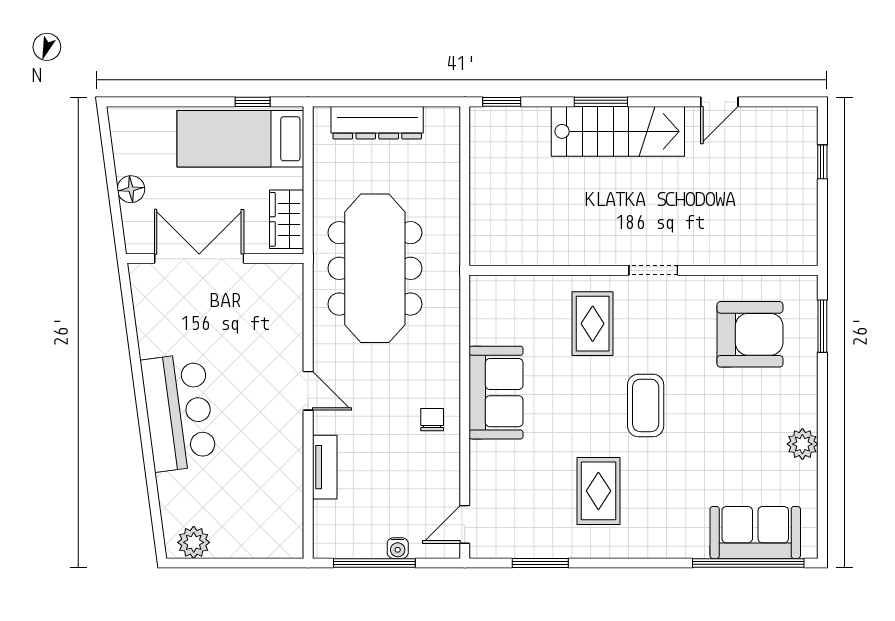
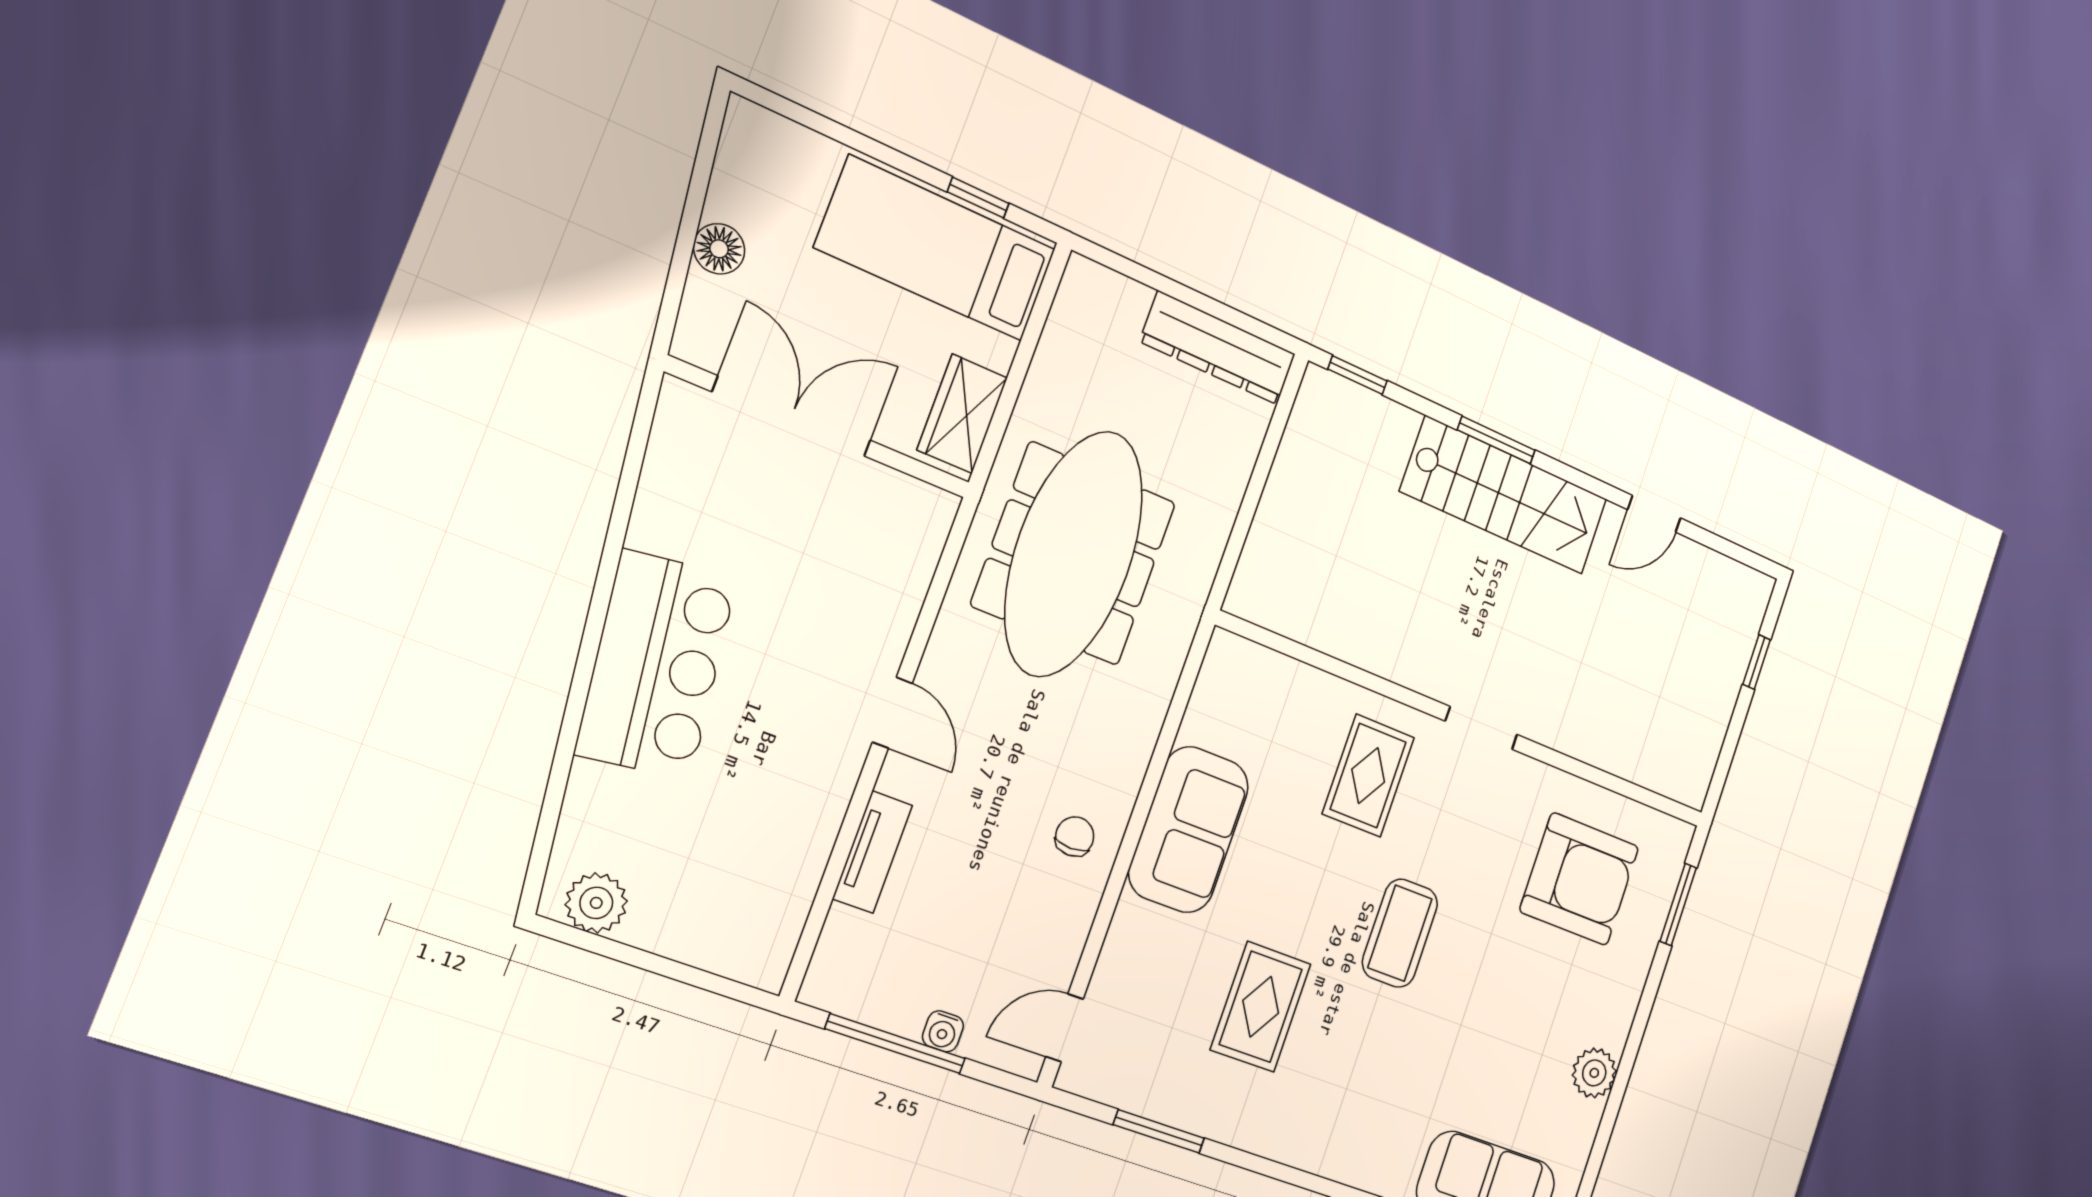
dresser: (377, 123) -> (1218, 348), moved
rug: (598, 491) -> (1261, 1007), moved

